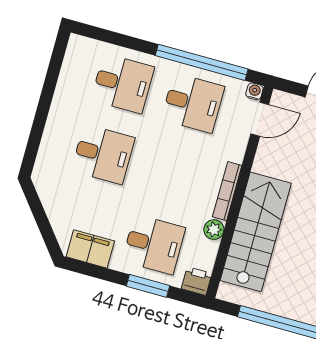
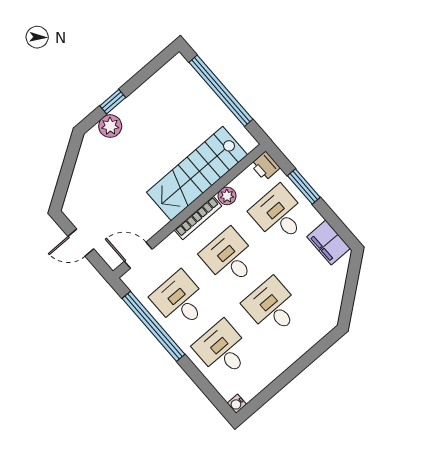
water cooler: (254, 91) -> (237, 404), moved
desk: (173, 174) -> (230, 258), added

